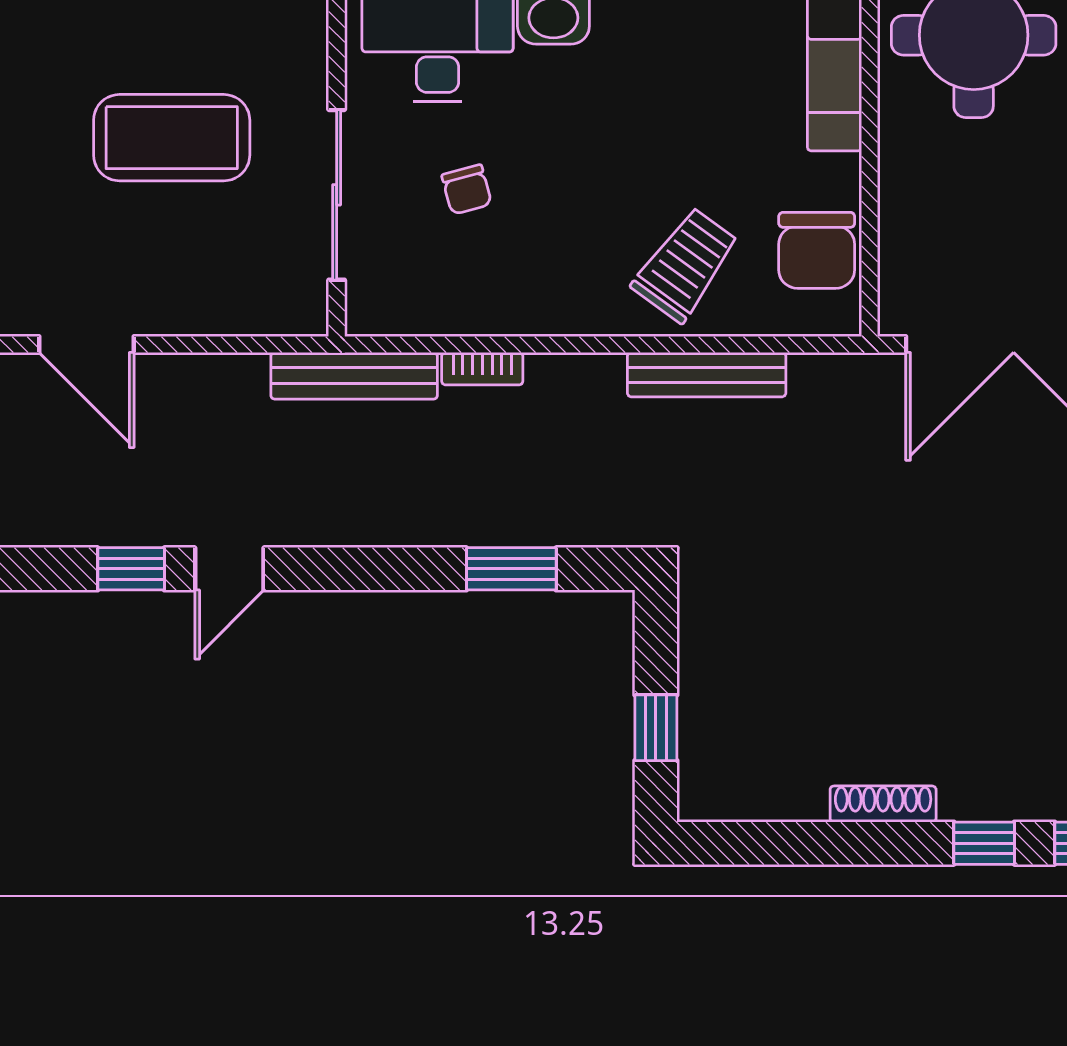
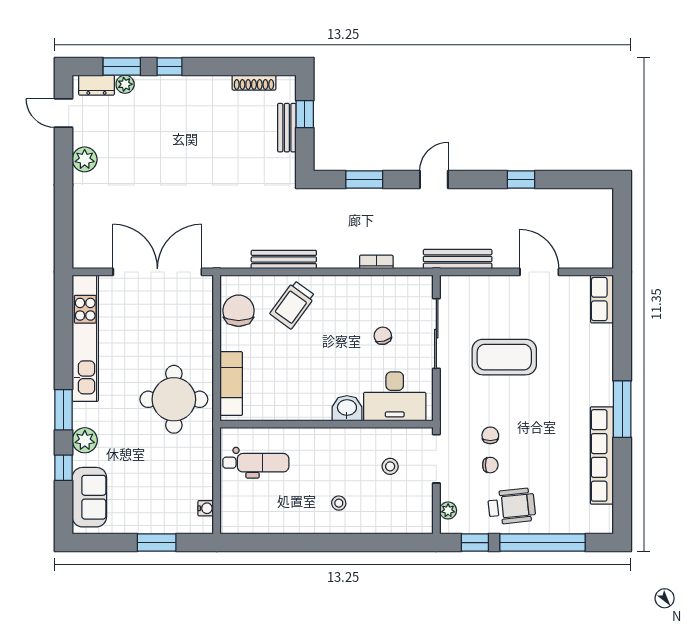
bench: (354, 376) -> (458, 259), moved
door: (229, 569) -> (434, 179), moved
bench: (699, 695) -> (287, 128), added
shoe rack: (883, 804) -> (254, 83), moved

